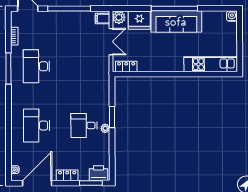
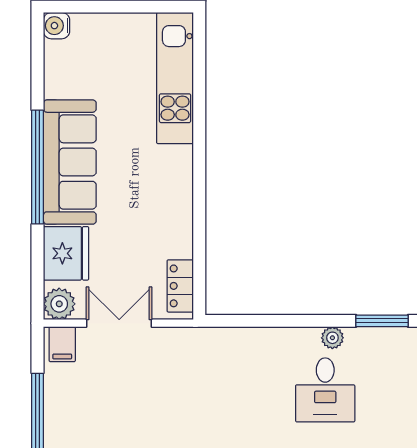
window: (112, 117) -> (382, 321), moved

